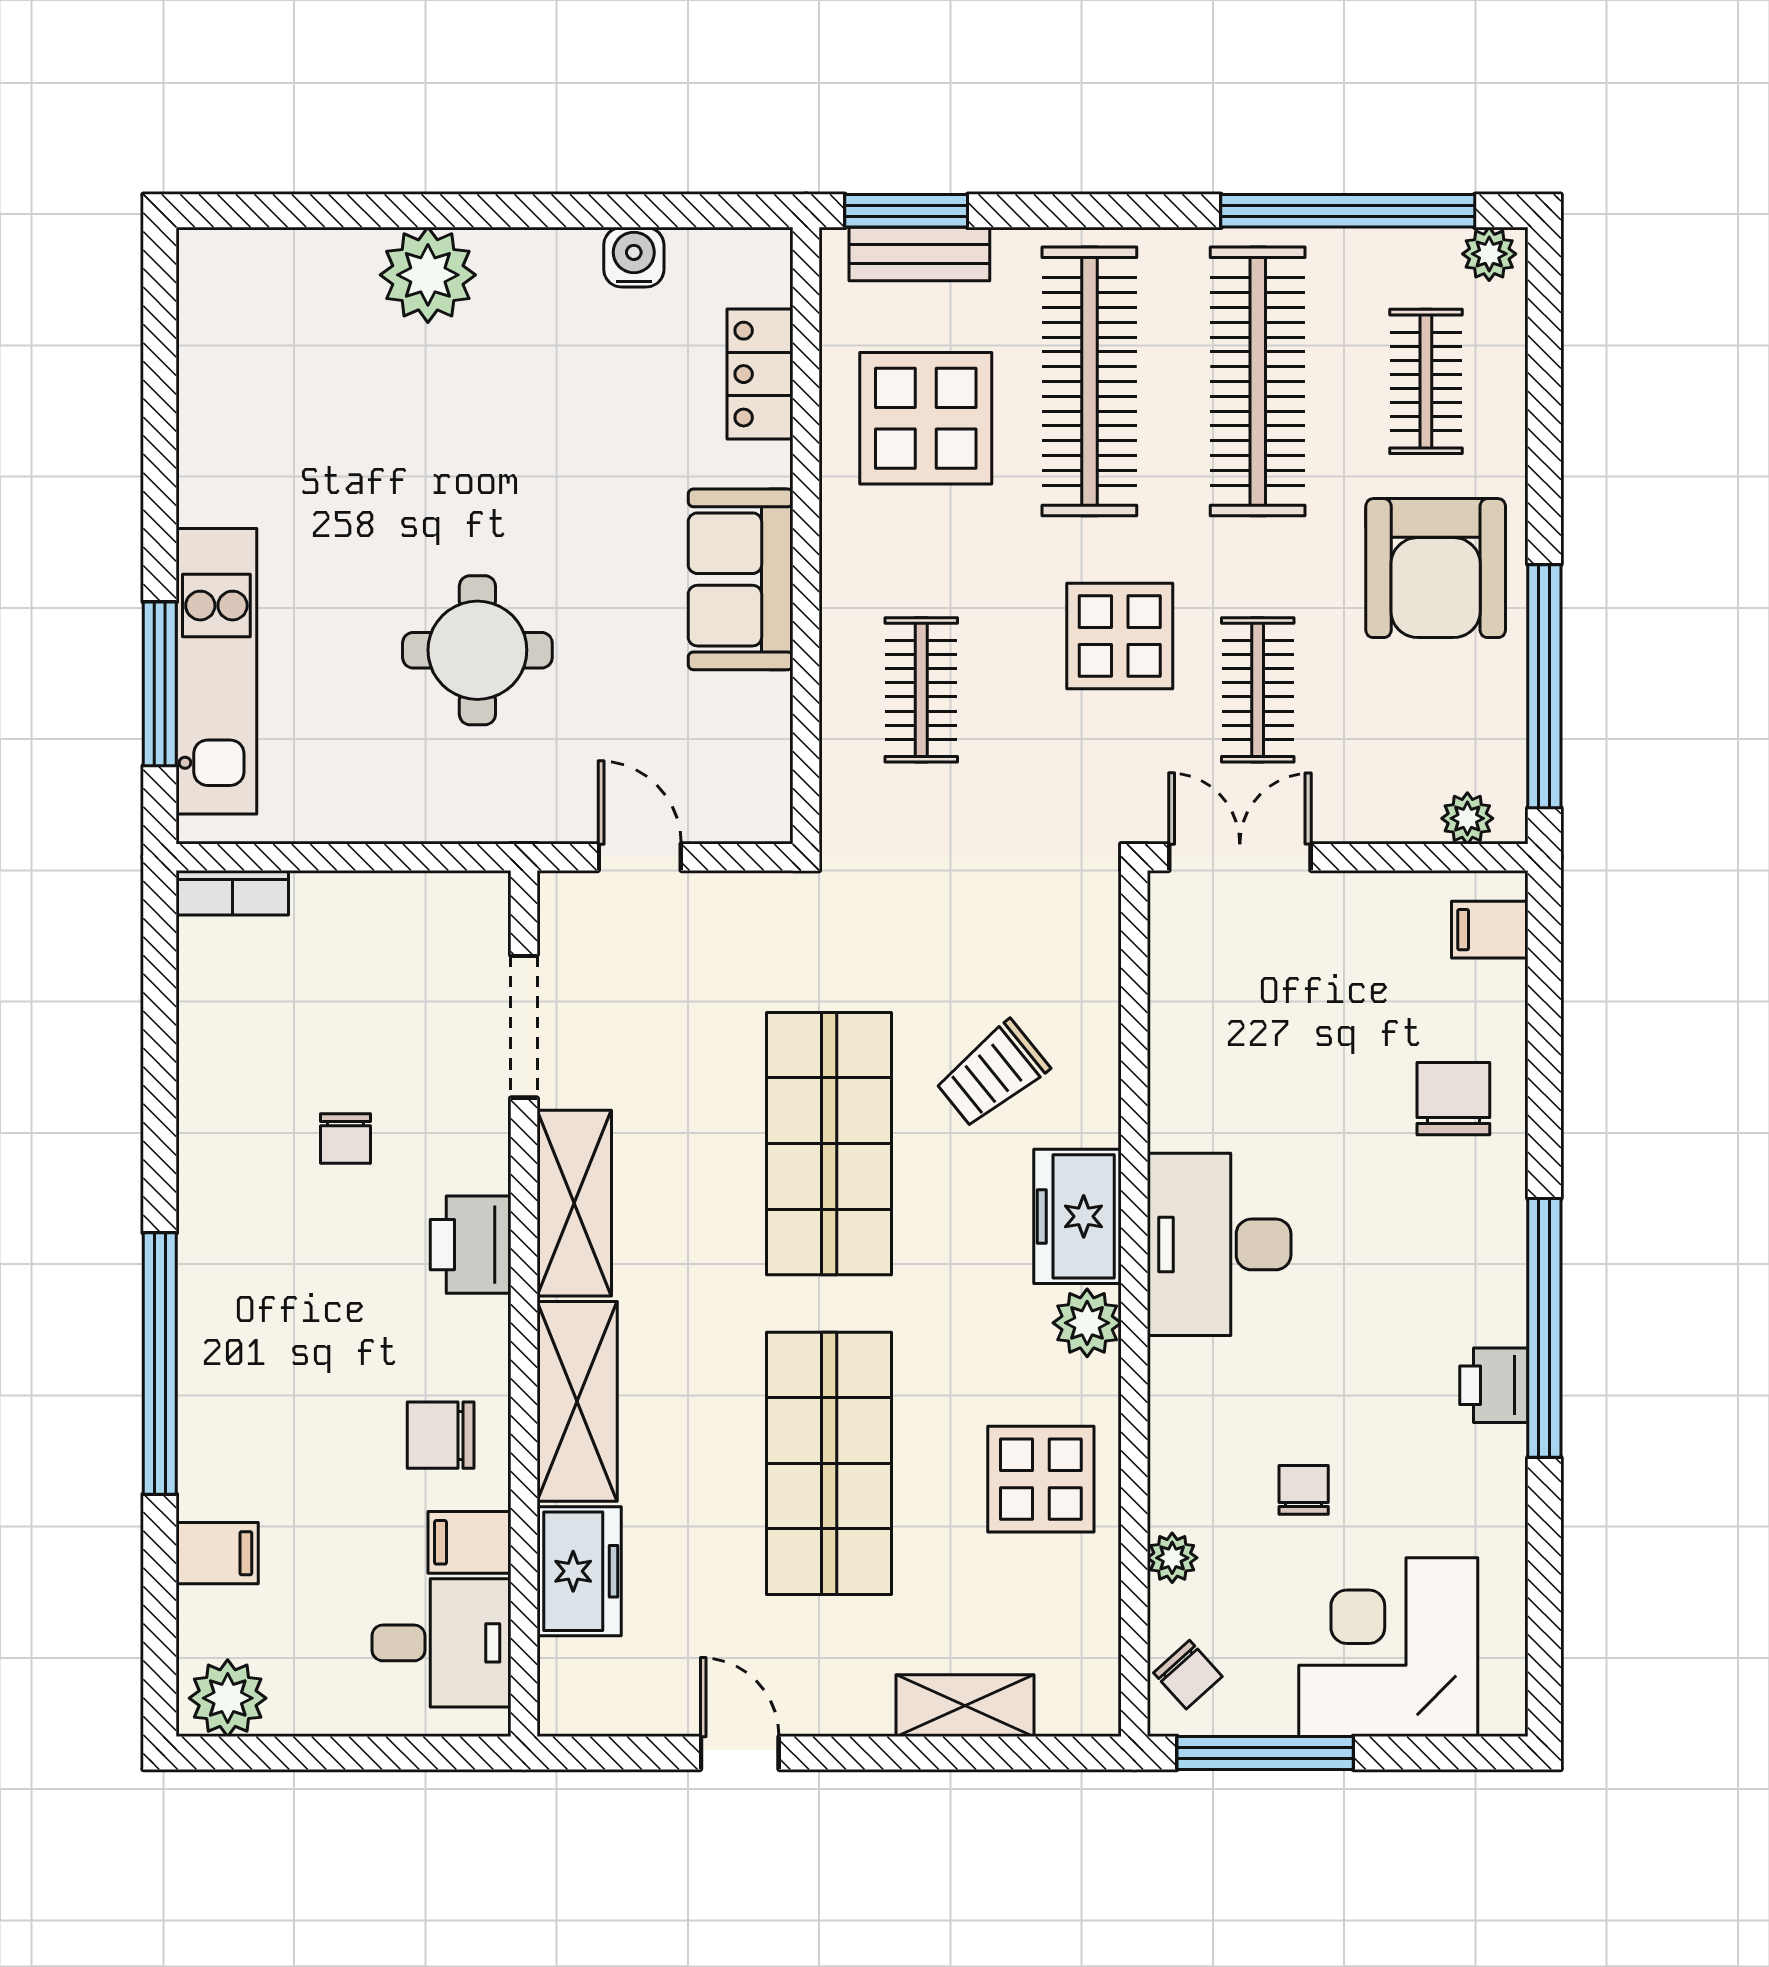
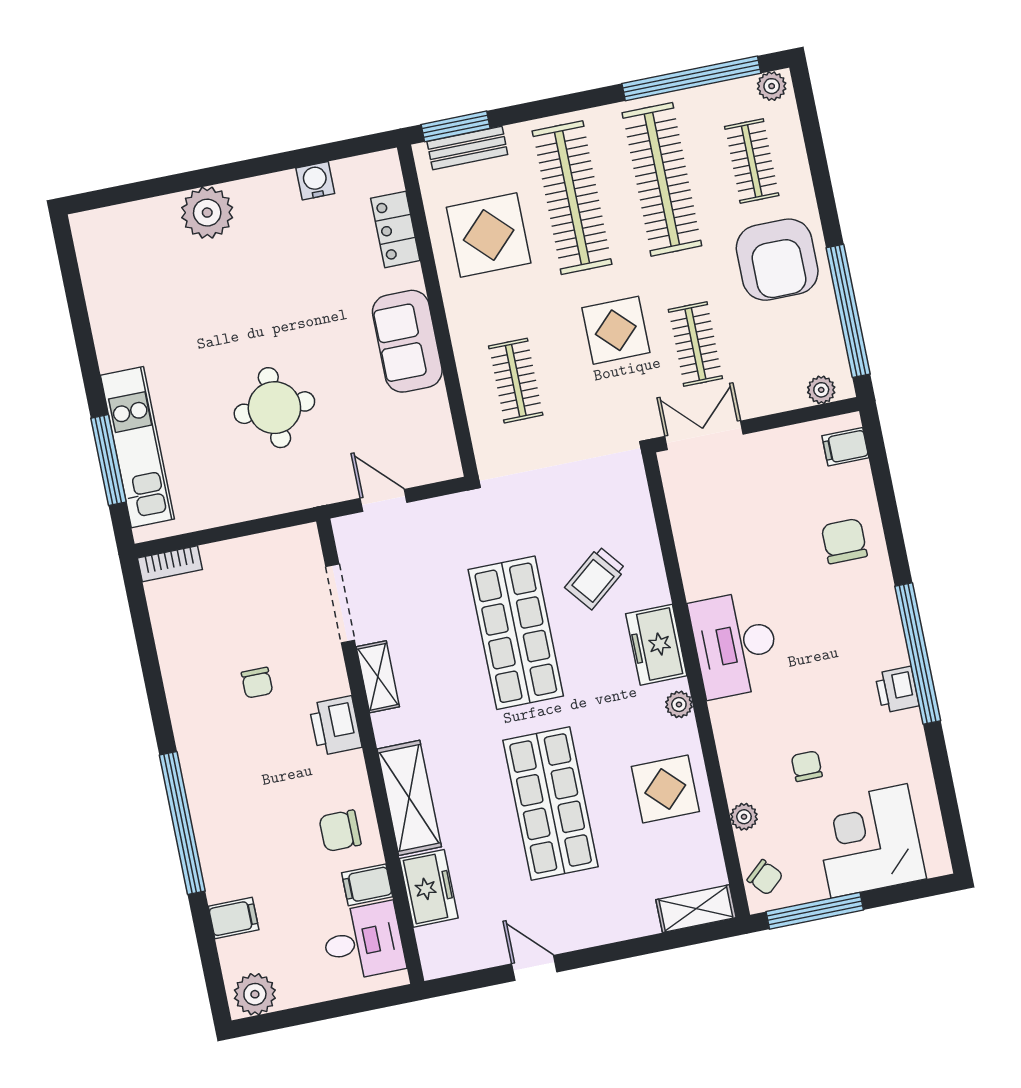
shelving: (574, 1203) -> (378, 677), width x0.67, depth x0.75
plant: (1087, 1323) -> (679, 704), width x0.73, depth x0.73
shelving: (965, 1706) -> (696, 909), moved

